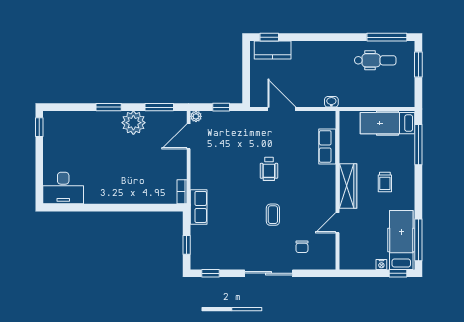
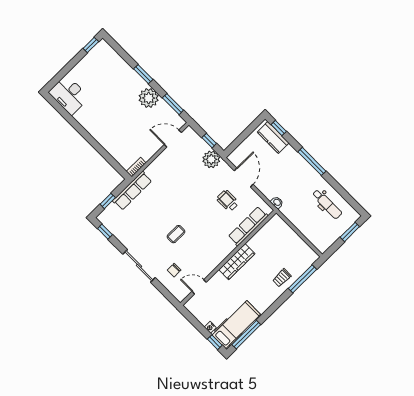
window: (387, 37) -> (312, 161), moved
plant: (196, 116) -> (211, 159), moved, width x1.88, depth x1.88
hospital bed: (387, 123) -> (297, 248), removed
row of seats: (327, 146) -> (248, 226), width x1.48
wheelchair: (269, 169) -> (228, 201), moved, turned 90
trolley: (385, 182) -> (282, 278), moved
row of seats: (199, 207) -> (132, 191), width x1.48
door: (337, 223) -> (199, 287), moved

